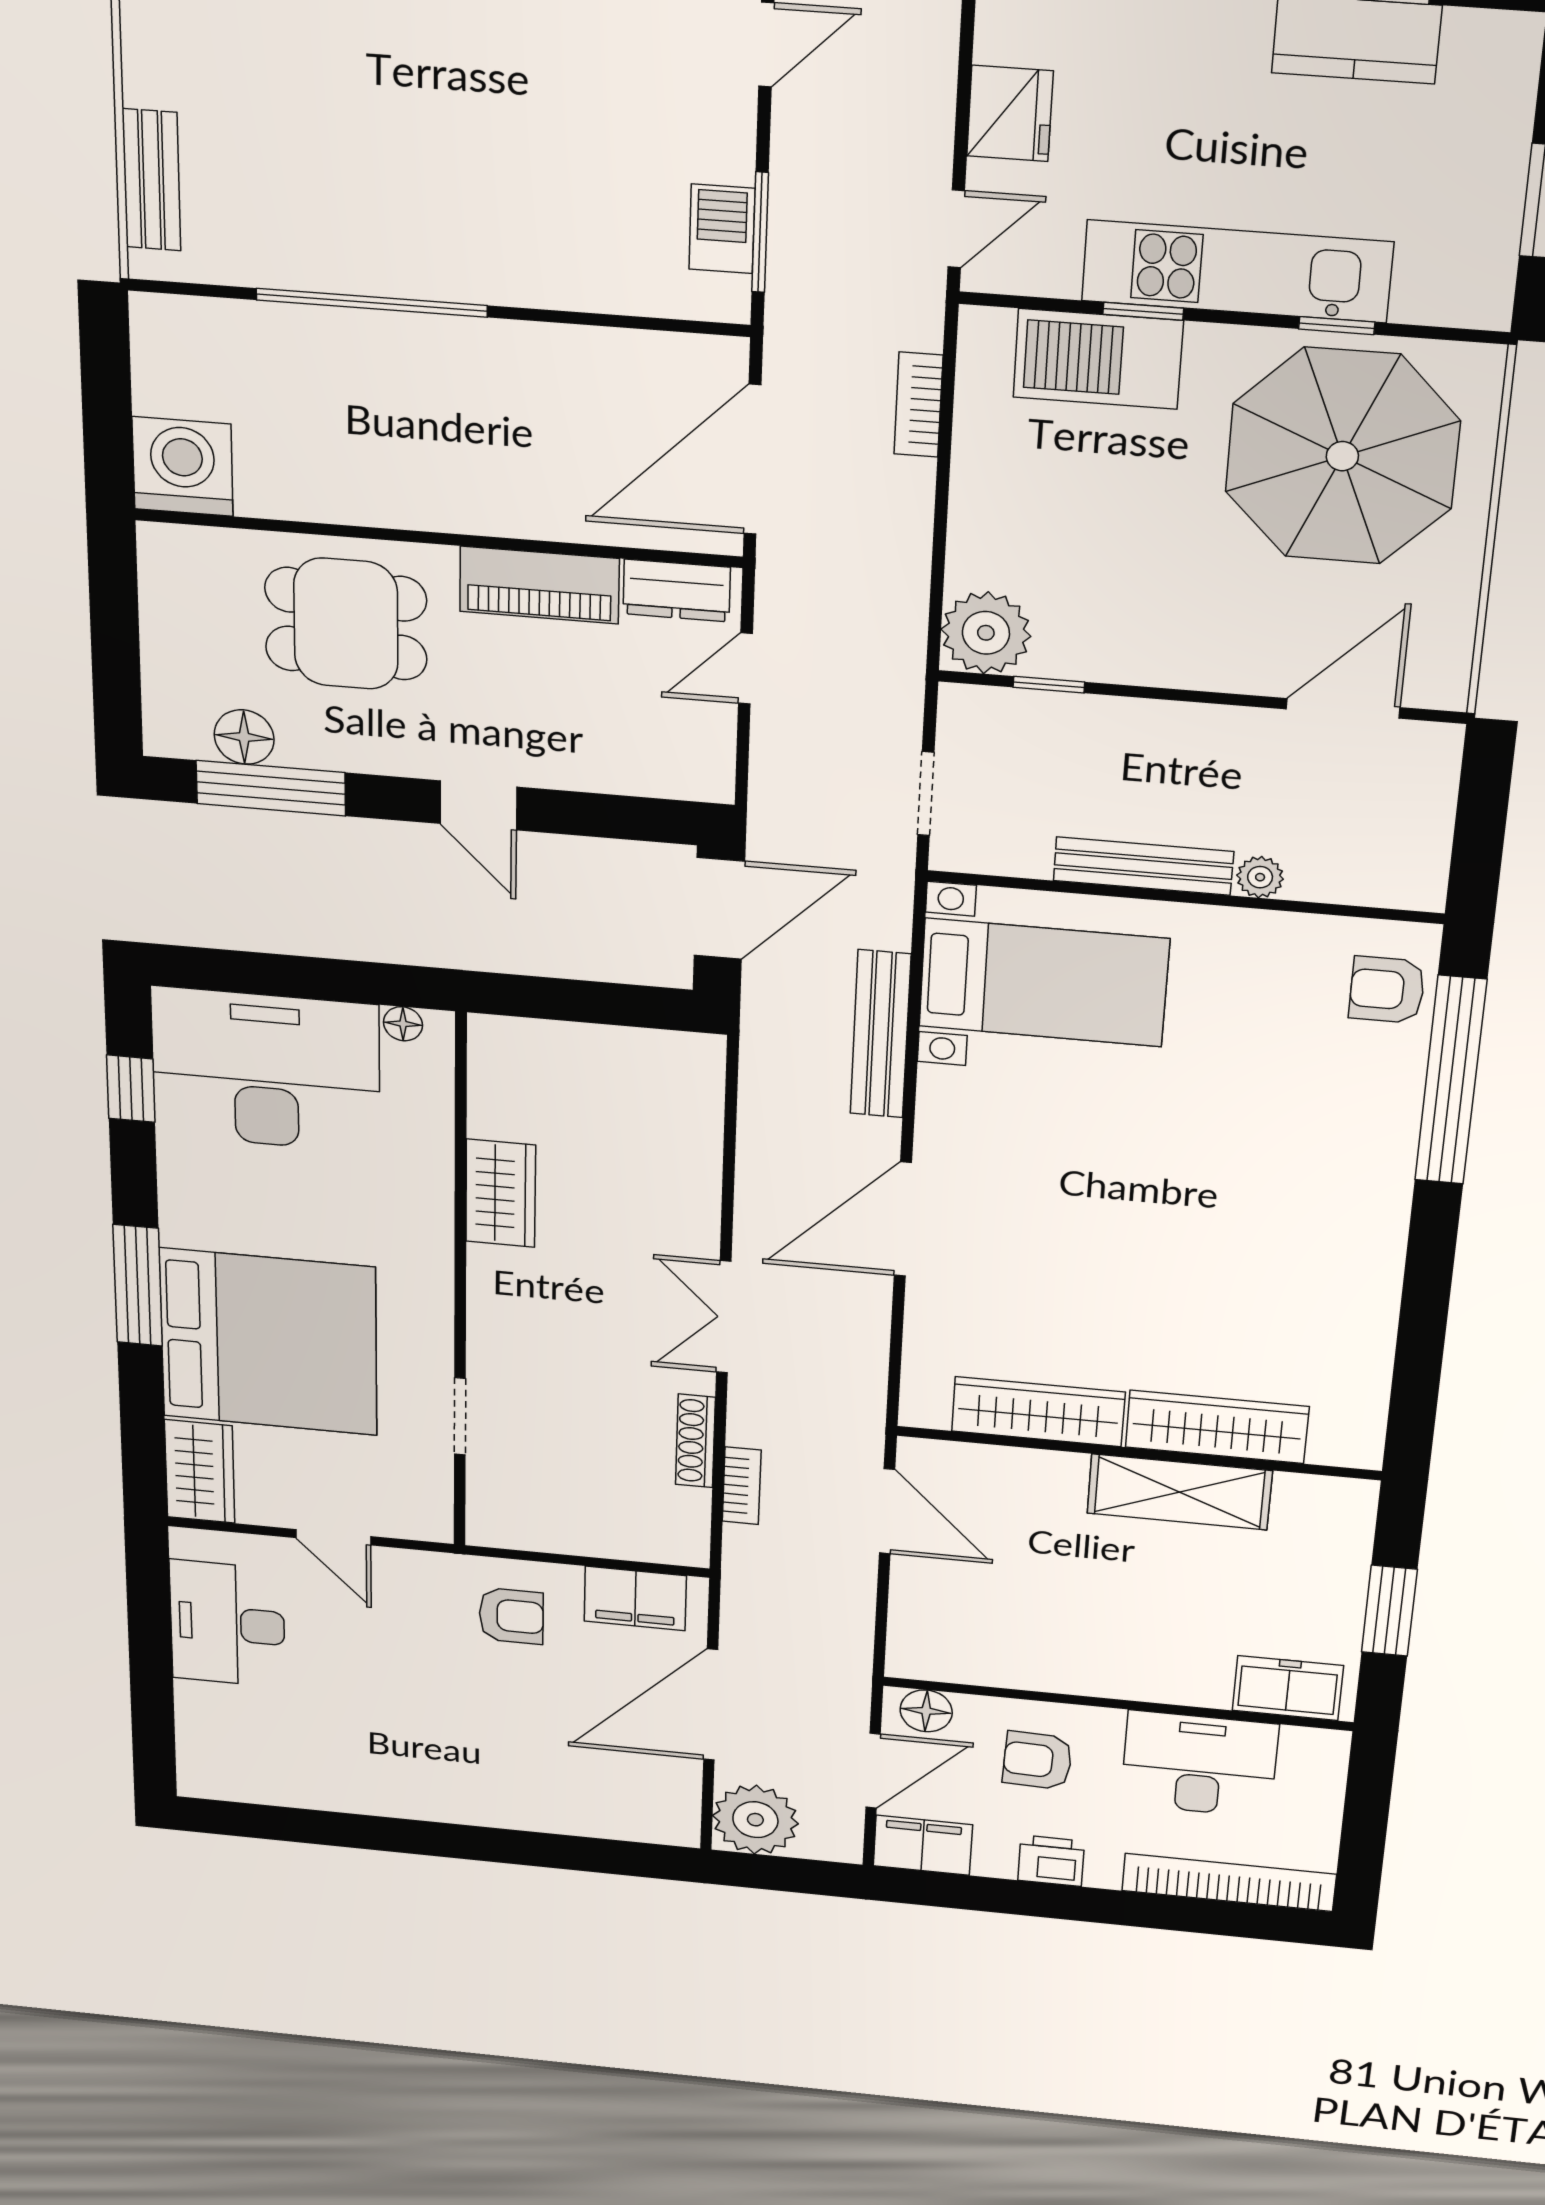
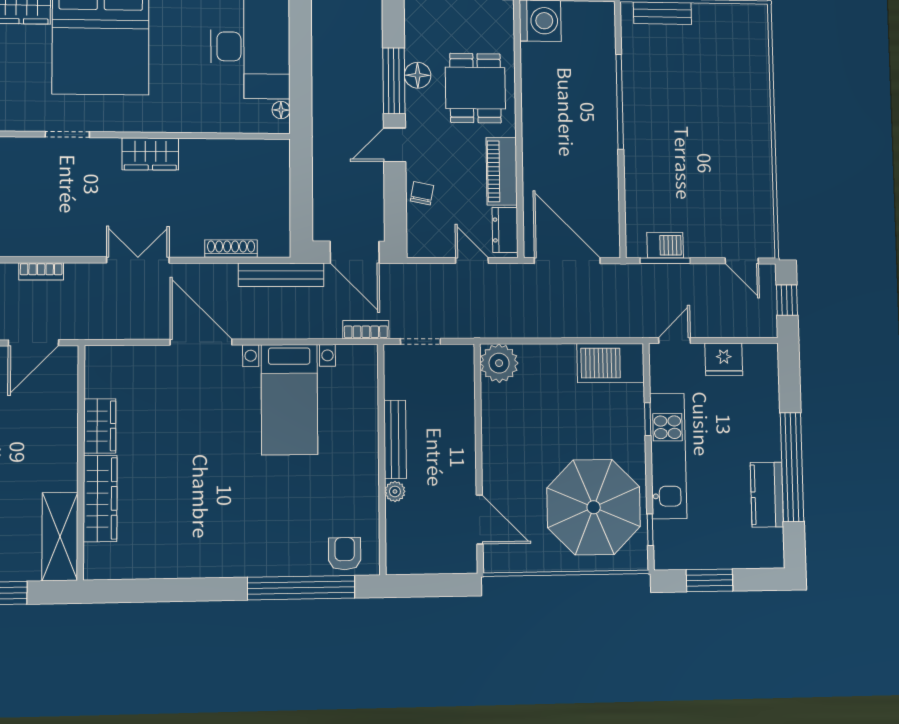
door: (956, 229) -> (675, 341), swing flipped
window: (1337, 326) -> (650, 530), moved
barbecue: (1098, 359) -> (611, 363), moved, turned -90
bookcase: (918, 405) -> (366, 330), moved
window: (1049, 685) -> (478, 392), removed
floor lamp: (244, 737) -> (418, 75), moved
chair: (589, 759) -> (422, 193), added
window: (271, 788) -> (394, 81), moved
bed with nightstands: (1044, 982) -> (289, 400), moved
bench: (880, 1034) -> (281, 275), moved
wardrobe: (501, 1193) -> (150, 154), moved
wardrobe: (1038, 1412) -> (100, 426), width x0.67
shoe rack: (695, 1441) -> (231, 249), moved
shelving: (1180, 1492) -> (60, 536), moved

